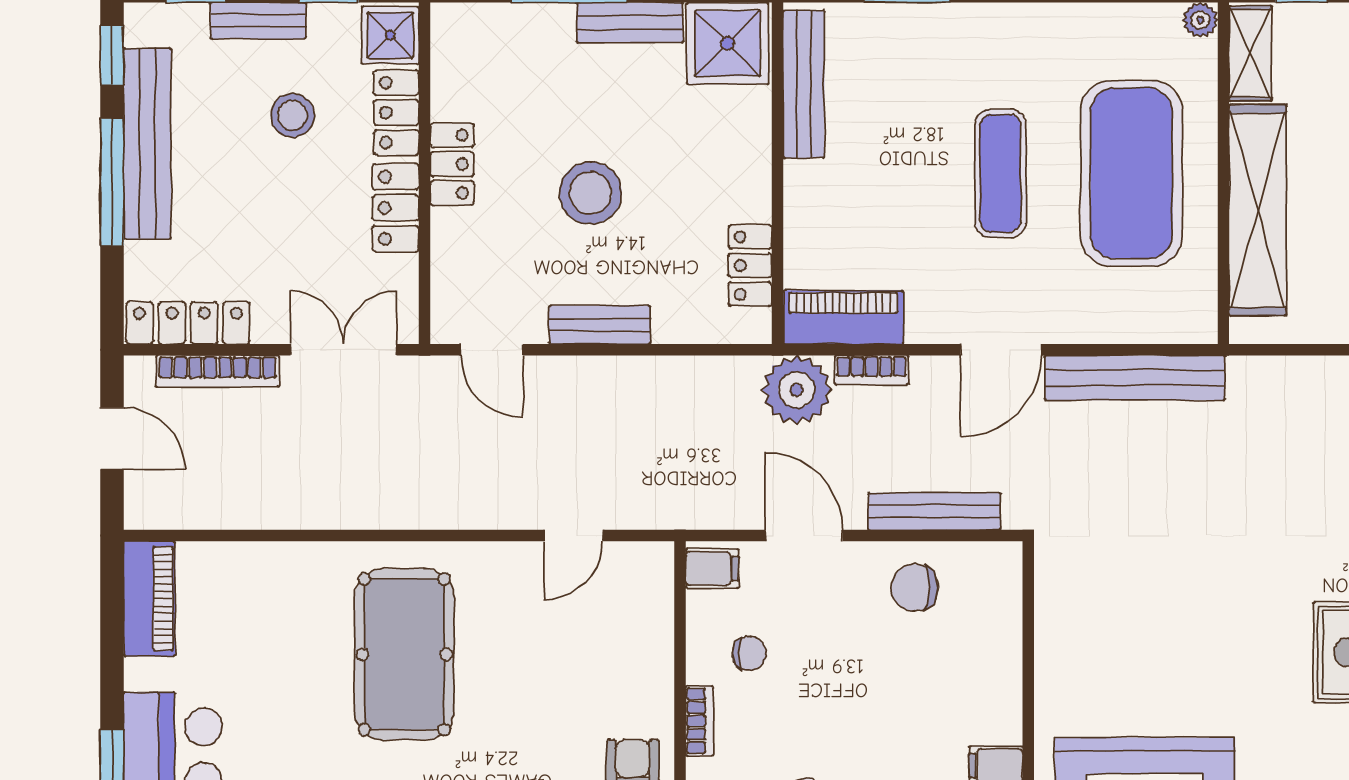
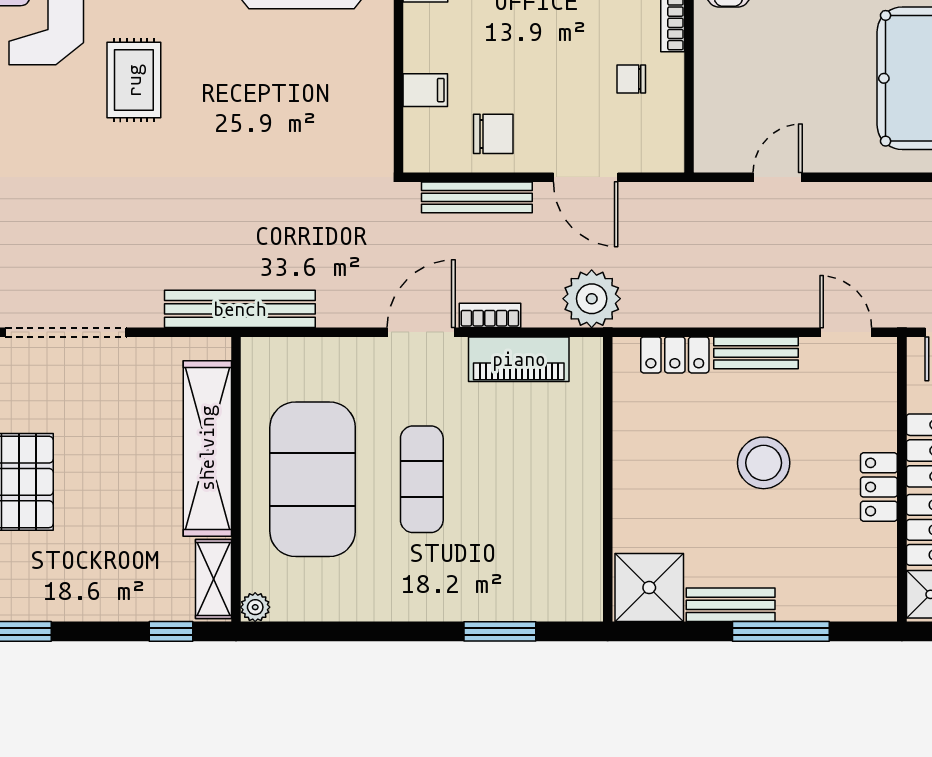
bench: (804, 84) -> (586, 554), removed
locker: (750, 266) -> (675, 355), moved, turned 90
piano: (843, 317) -> (519, 359), moved
bookcase: (872, 370) -> (490, 315), moved
bench: (1135, 378) -> (240, 309), moved
filing cabinet: (712, 569) -> (425, 90), moved, turned 180

